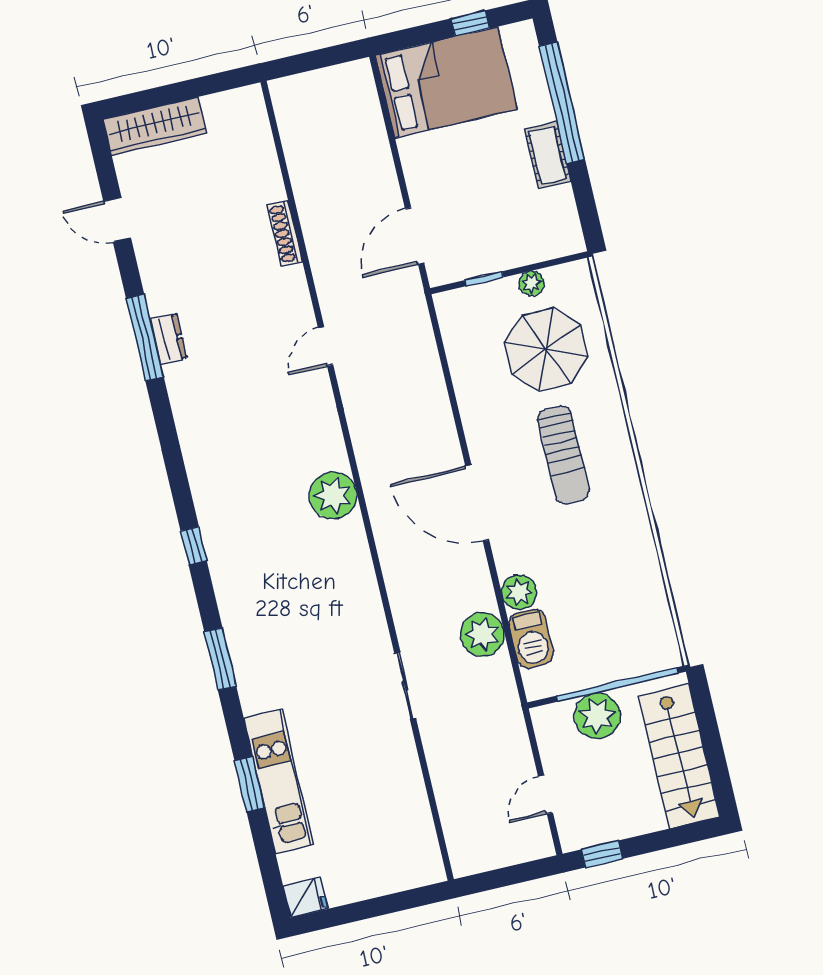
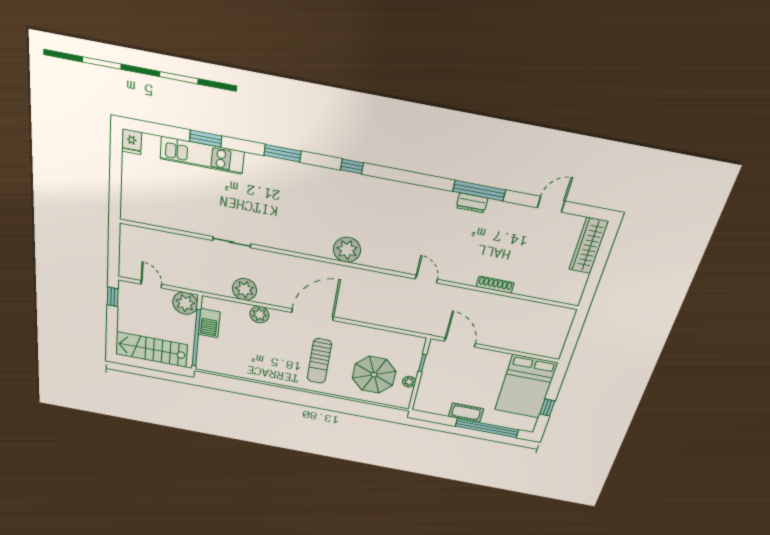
sun lounger: (563, 455) -> (319, 361), turned -90
barbecue: (531, 639) -> (209, 323), moved, turned -90
plant: (597, 716) -> (185, 303), moved

